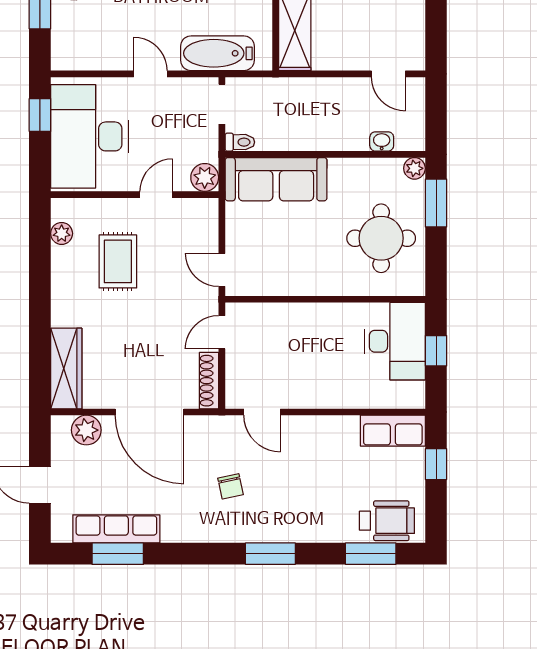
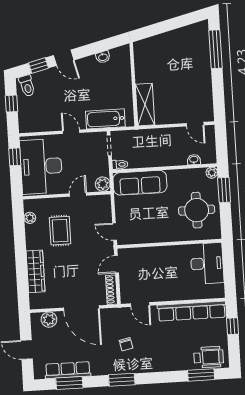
window: (436, 351) -> (229, 267), removed
wardrobe: (66, 368) -> (36, 271), moved
row of seats: (393, 431) -> (192, 311), width x2.02
window: (270, 554) -> (122, 380), moved

